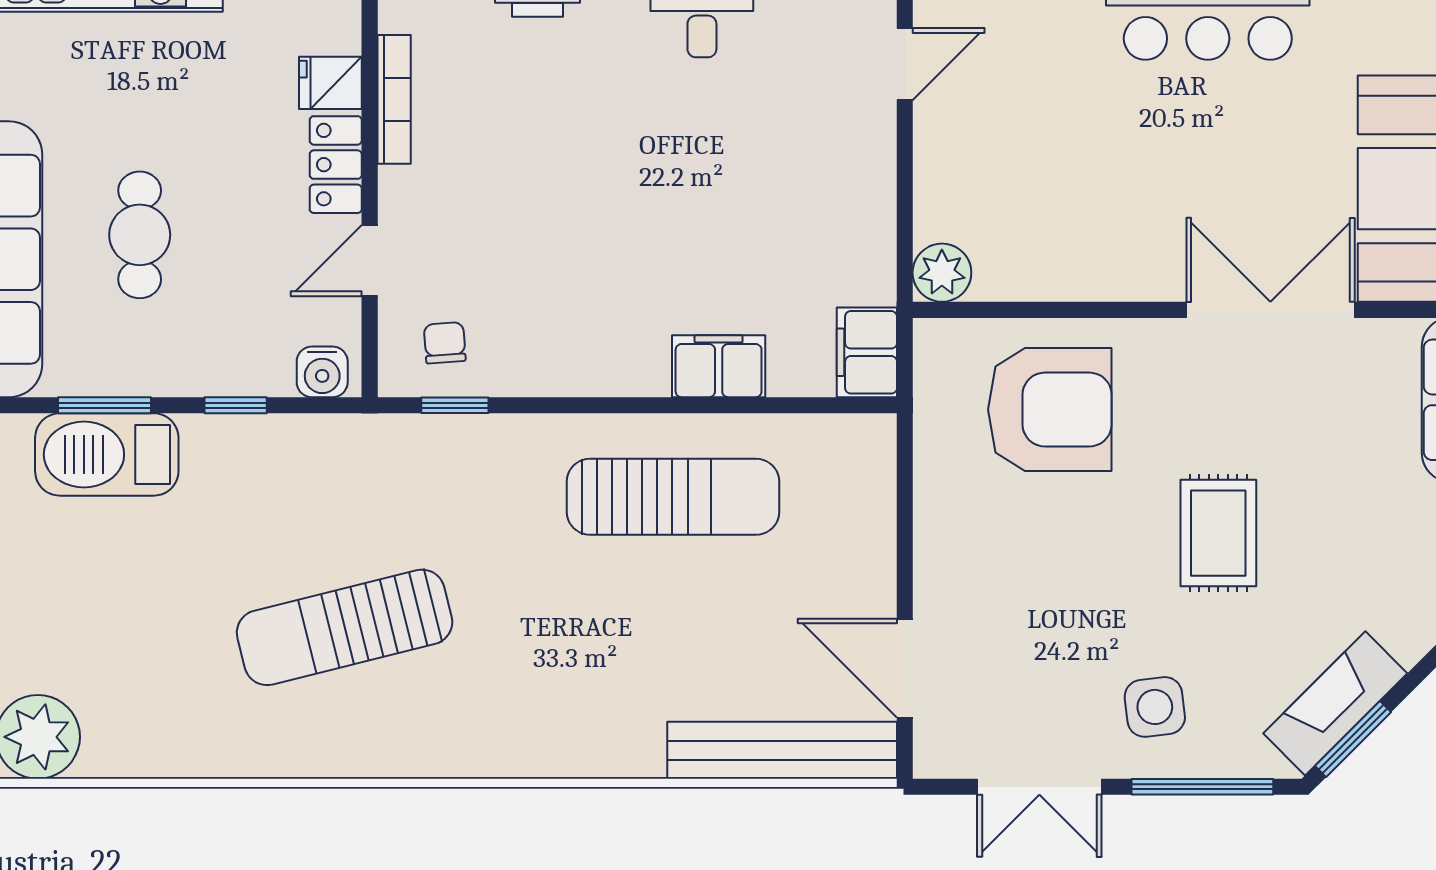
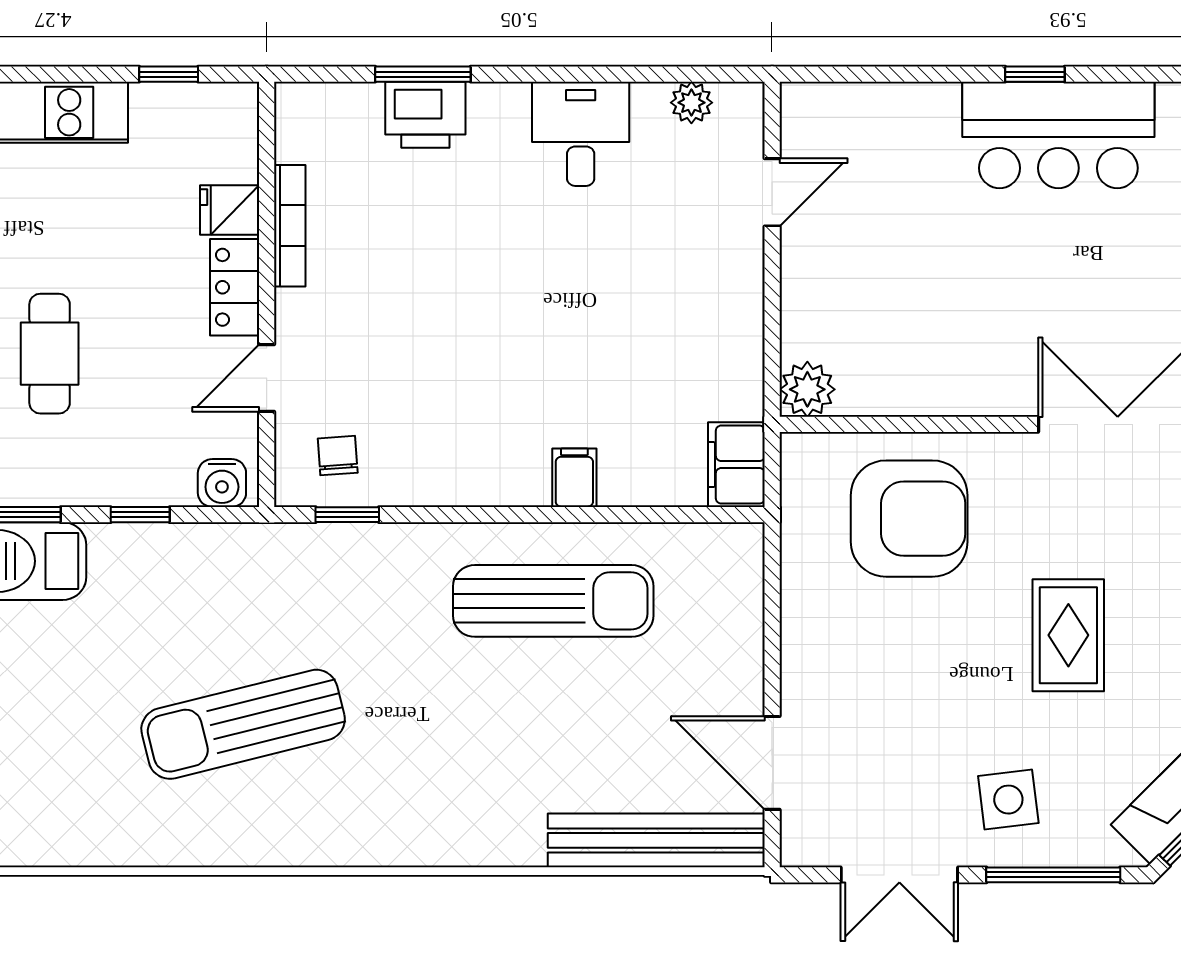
filing cabinet: (719, 366) -> (574, 478), width x0.50

